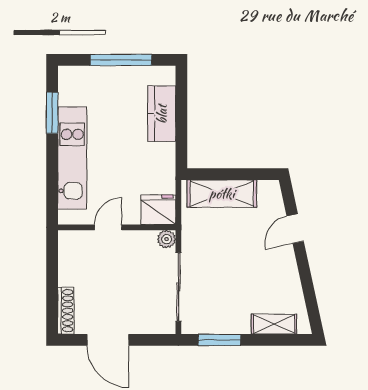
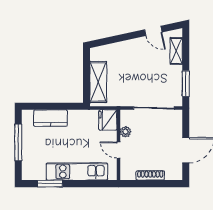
door: (295, 229) -> (153, 31), moved
plant: (167, 239) -> (125, 132), moved
shoe rack: (66, 311) -> (150, 175), moved

